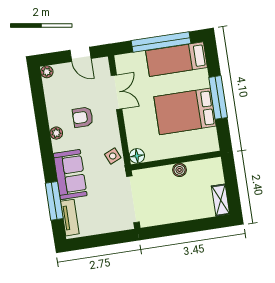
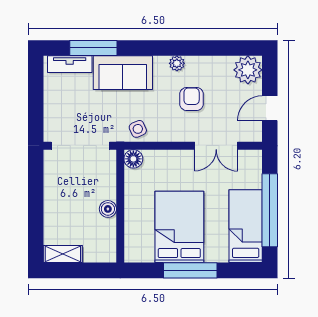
plant: (47, 72) -> (248, 70), width x1.88, depth x1.88

